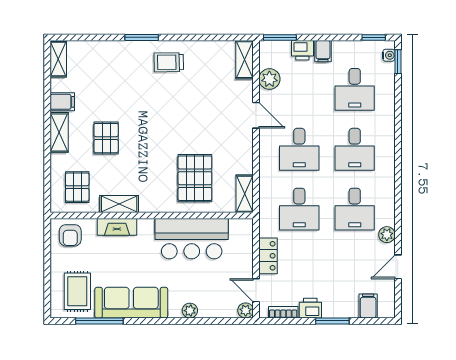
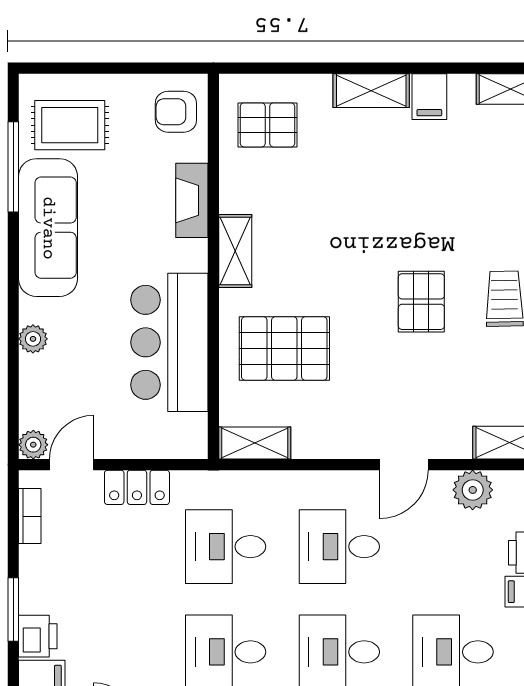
pallet: (106, 138) -> (421, 302), moved, turned 90
shelving: (119, 204) -> (235, 251), moved
printer: (310, 308) -> (38, 636), moved

